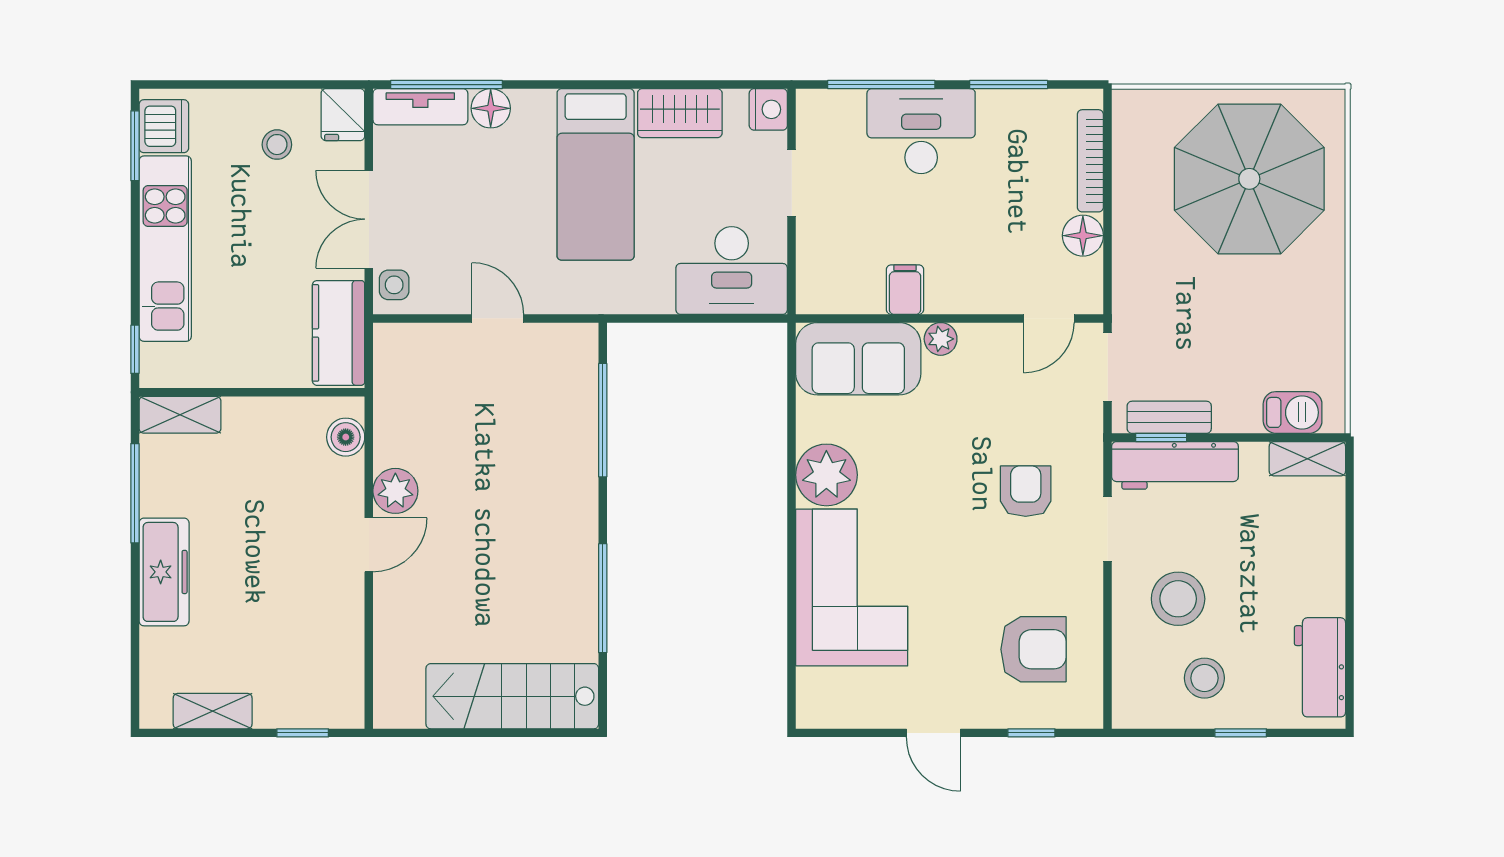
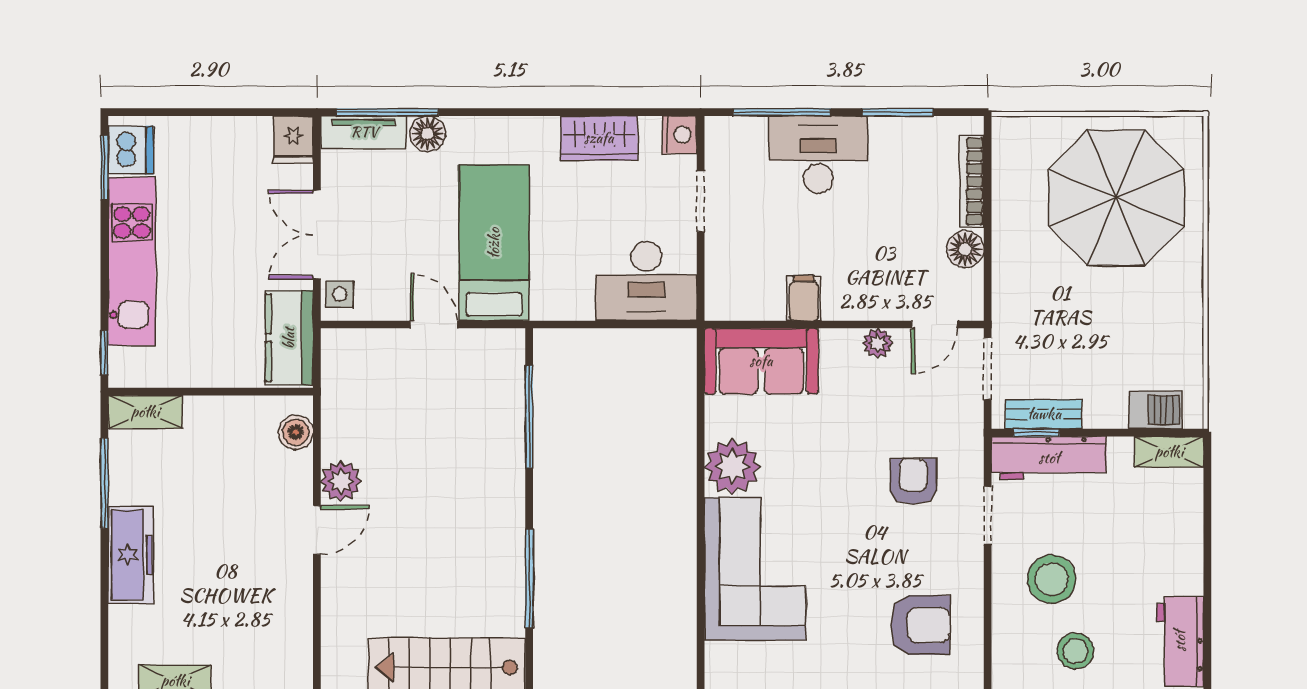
stool: (277, 145) -> (233, 167), removed
bed: (596, 174) -> (494, 243), moved, turned 180
plant: (941, 339) -> (878, 343), moved

